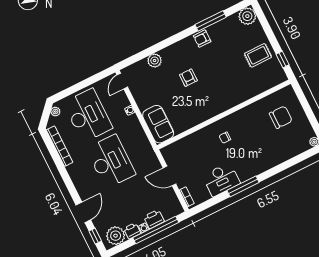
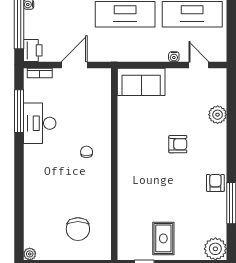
door: (122, 81) -> (199, 65), moved
window: (243, 186) -> (19, 111), moved
printer: (154, 219) -> (33, 50), moved

